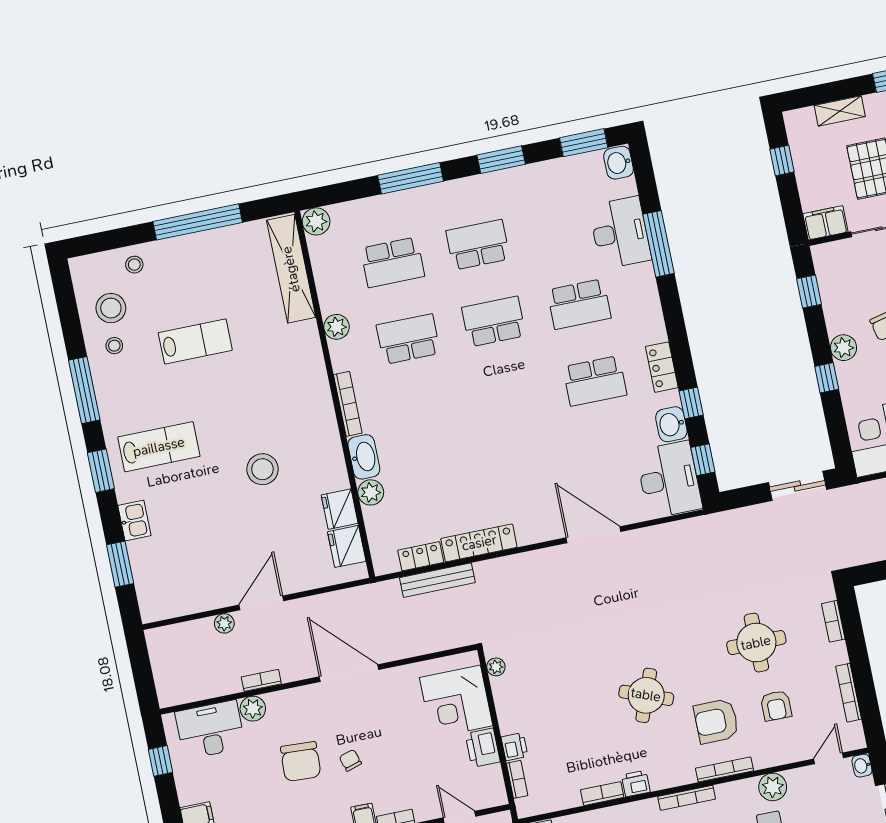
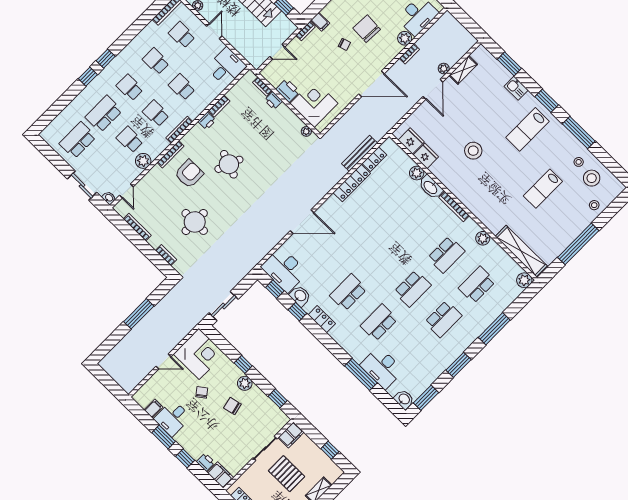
shelving: (196, 602) -> (463, 70), added
armchair: (776, 706) -> (166, 199), removed

